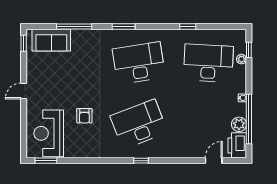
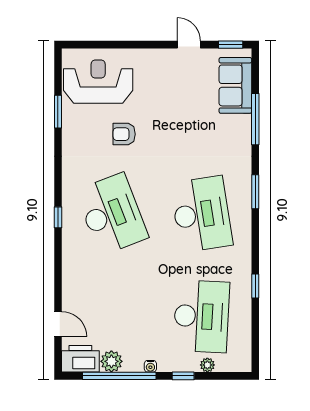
window: (249, 50) -> (183, 376), moved
door: (24, 91) -> (189, 45), moved
window: (46, 161) -> (58, 112), moved

